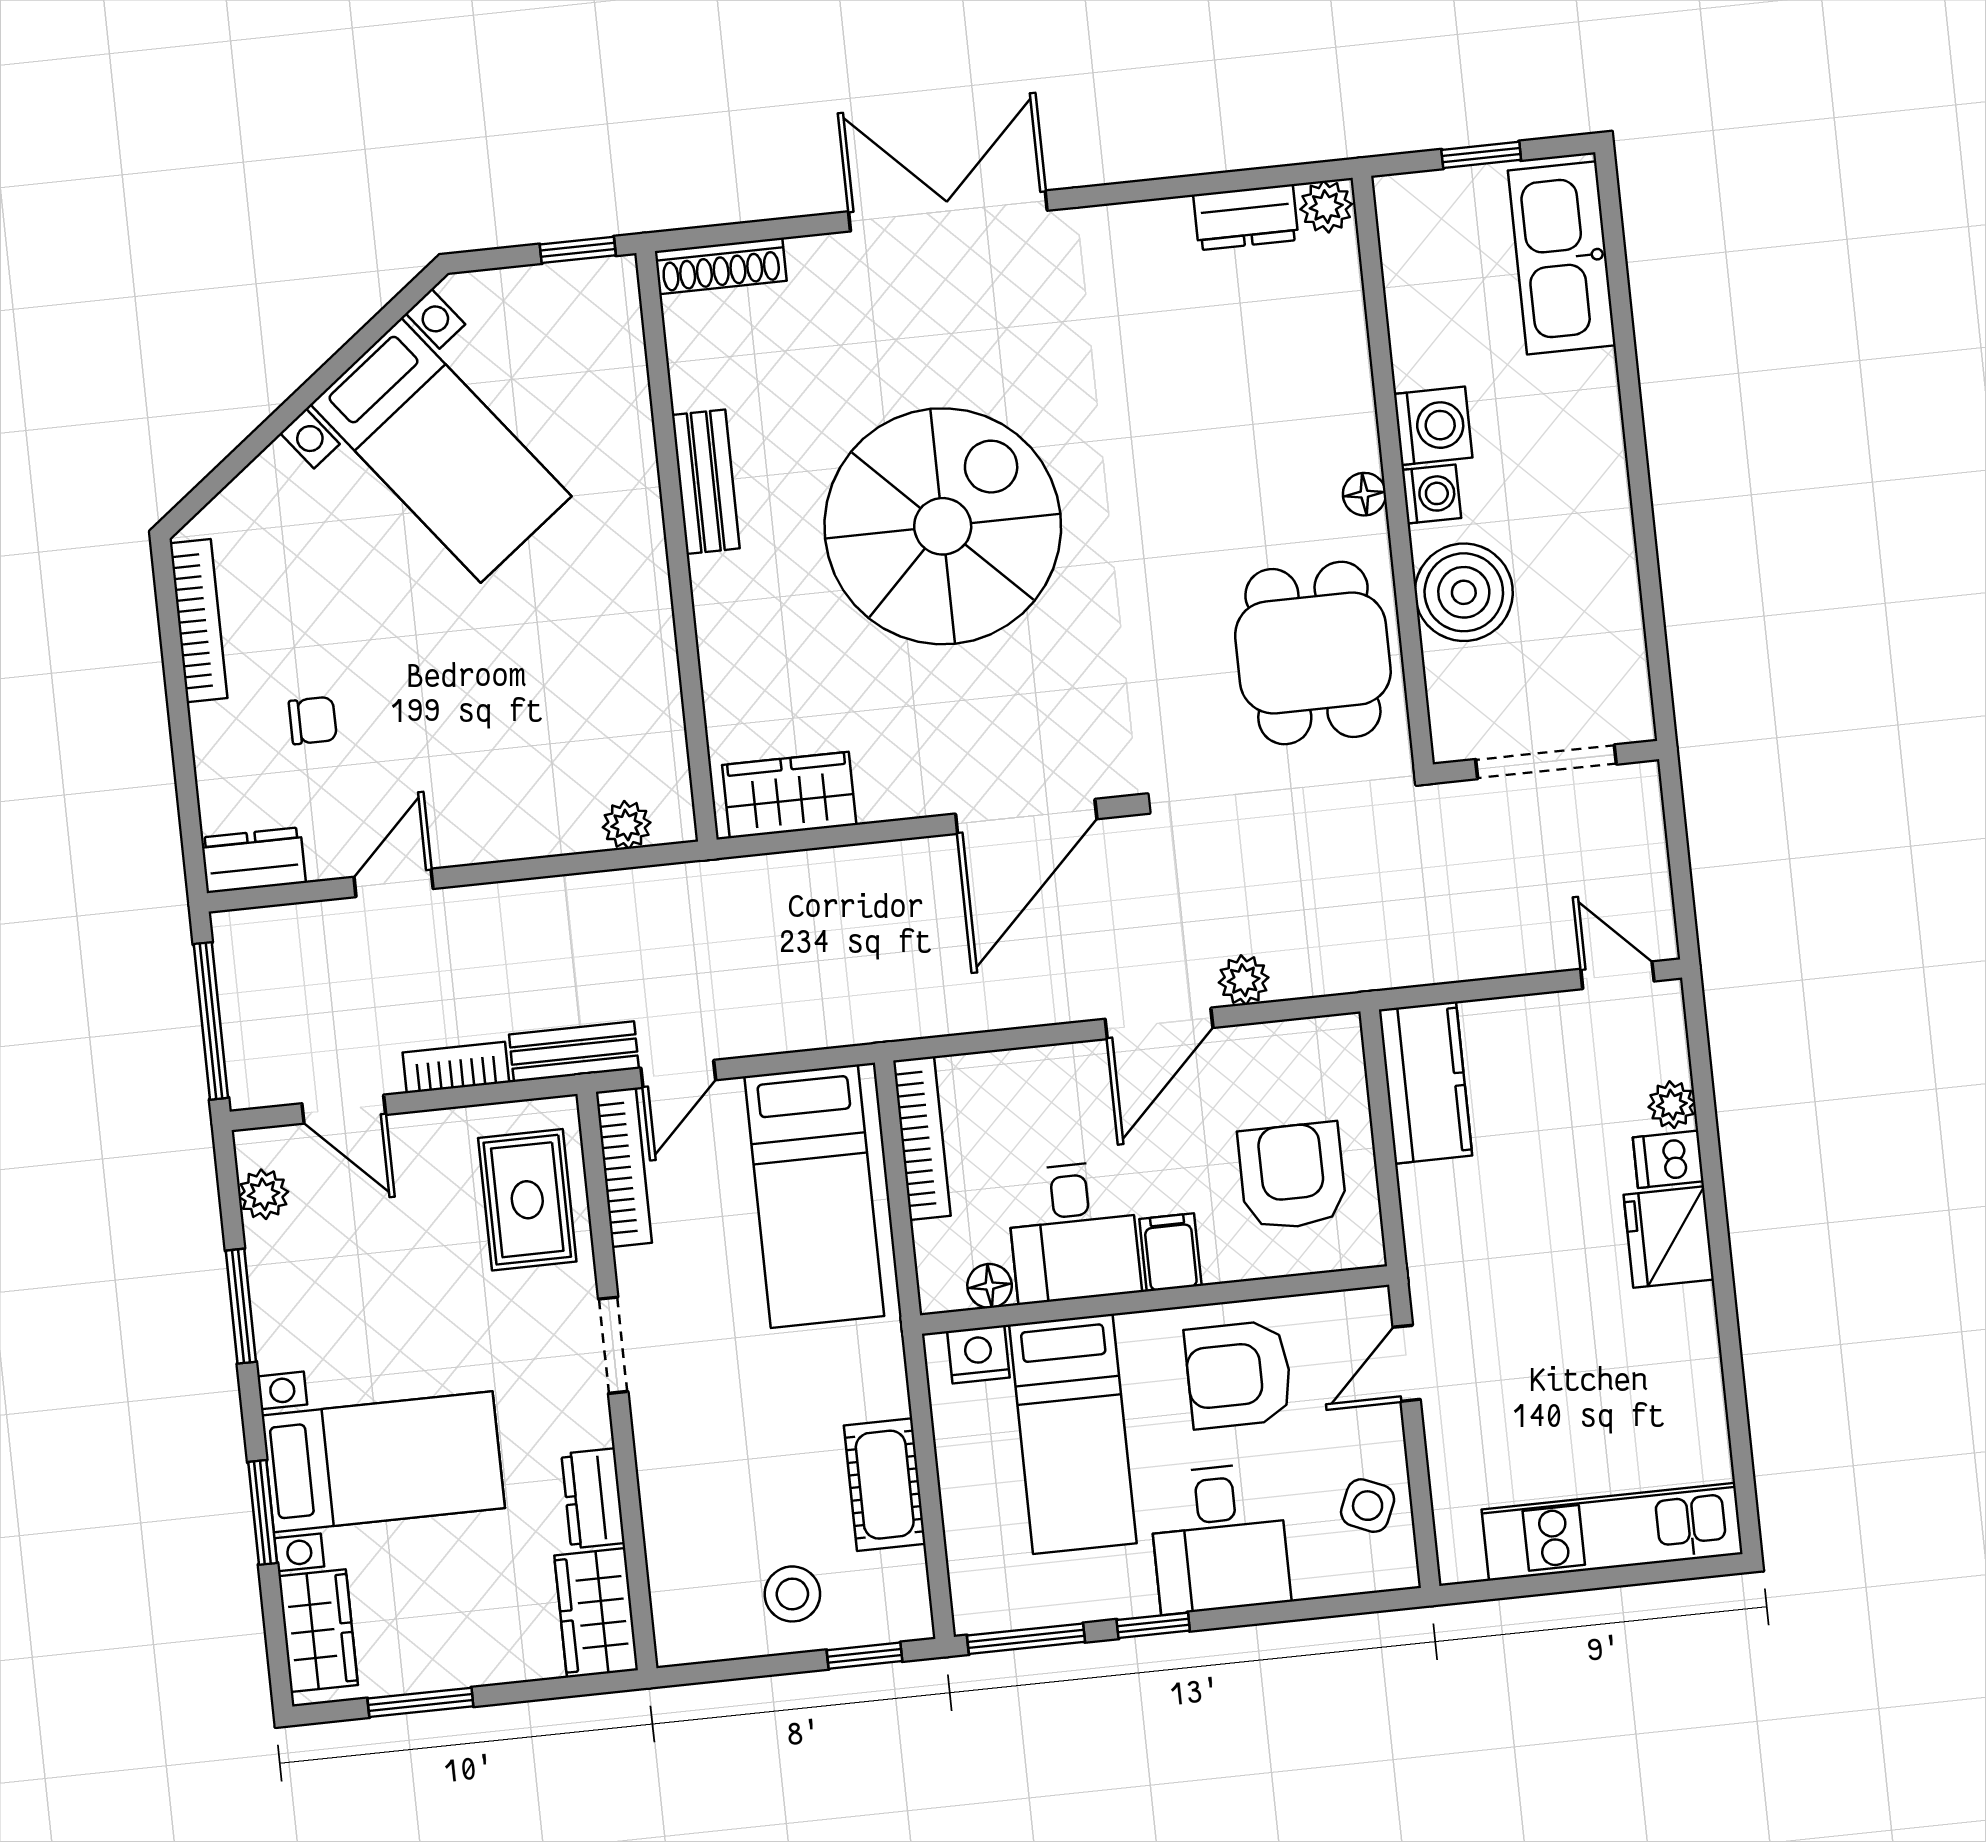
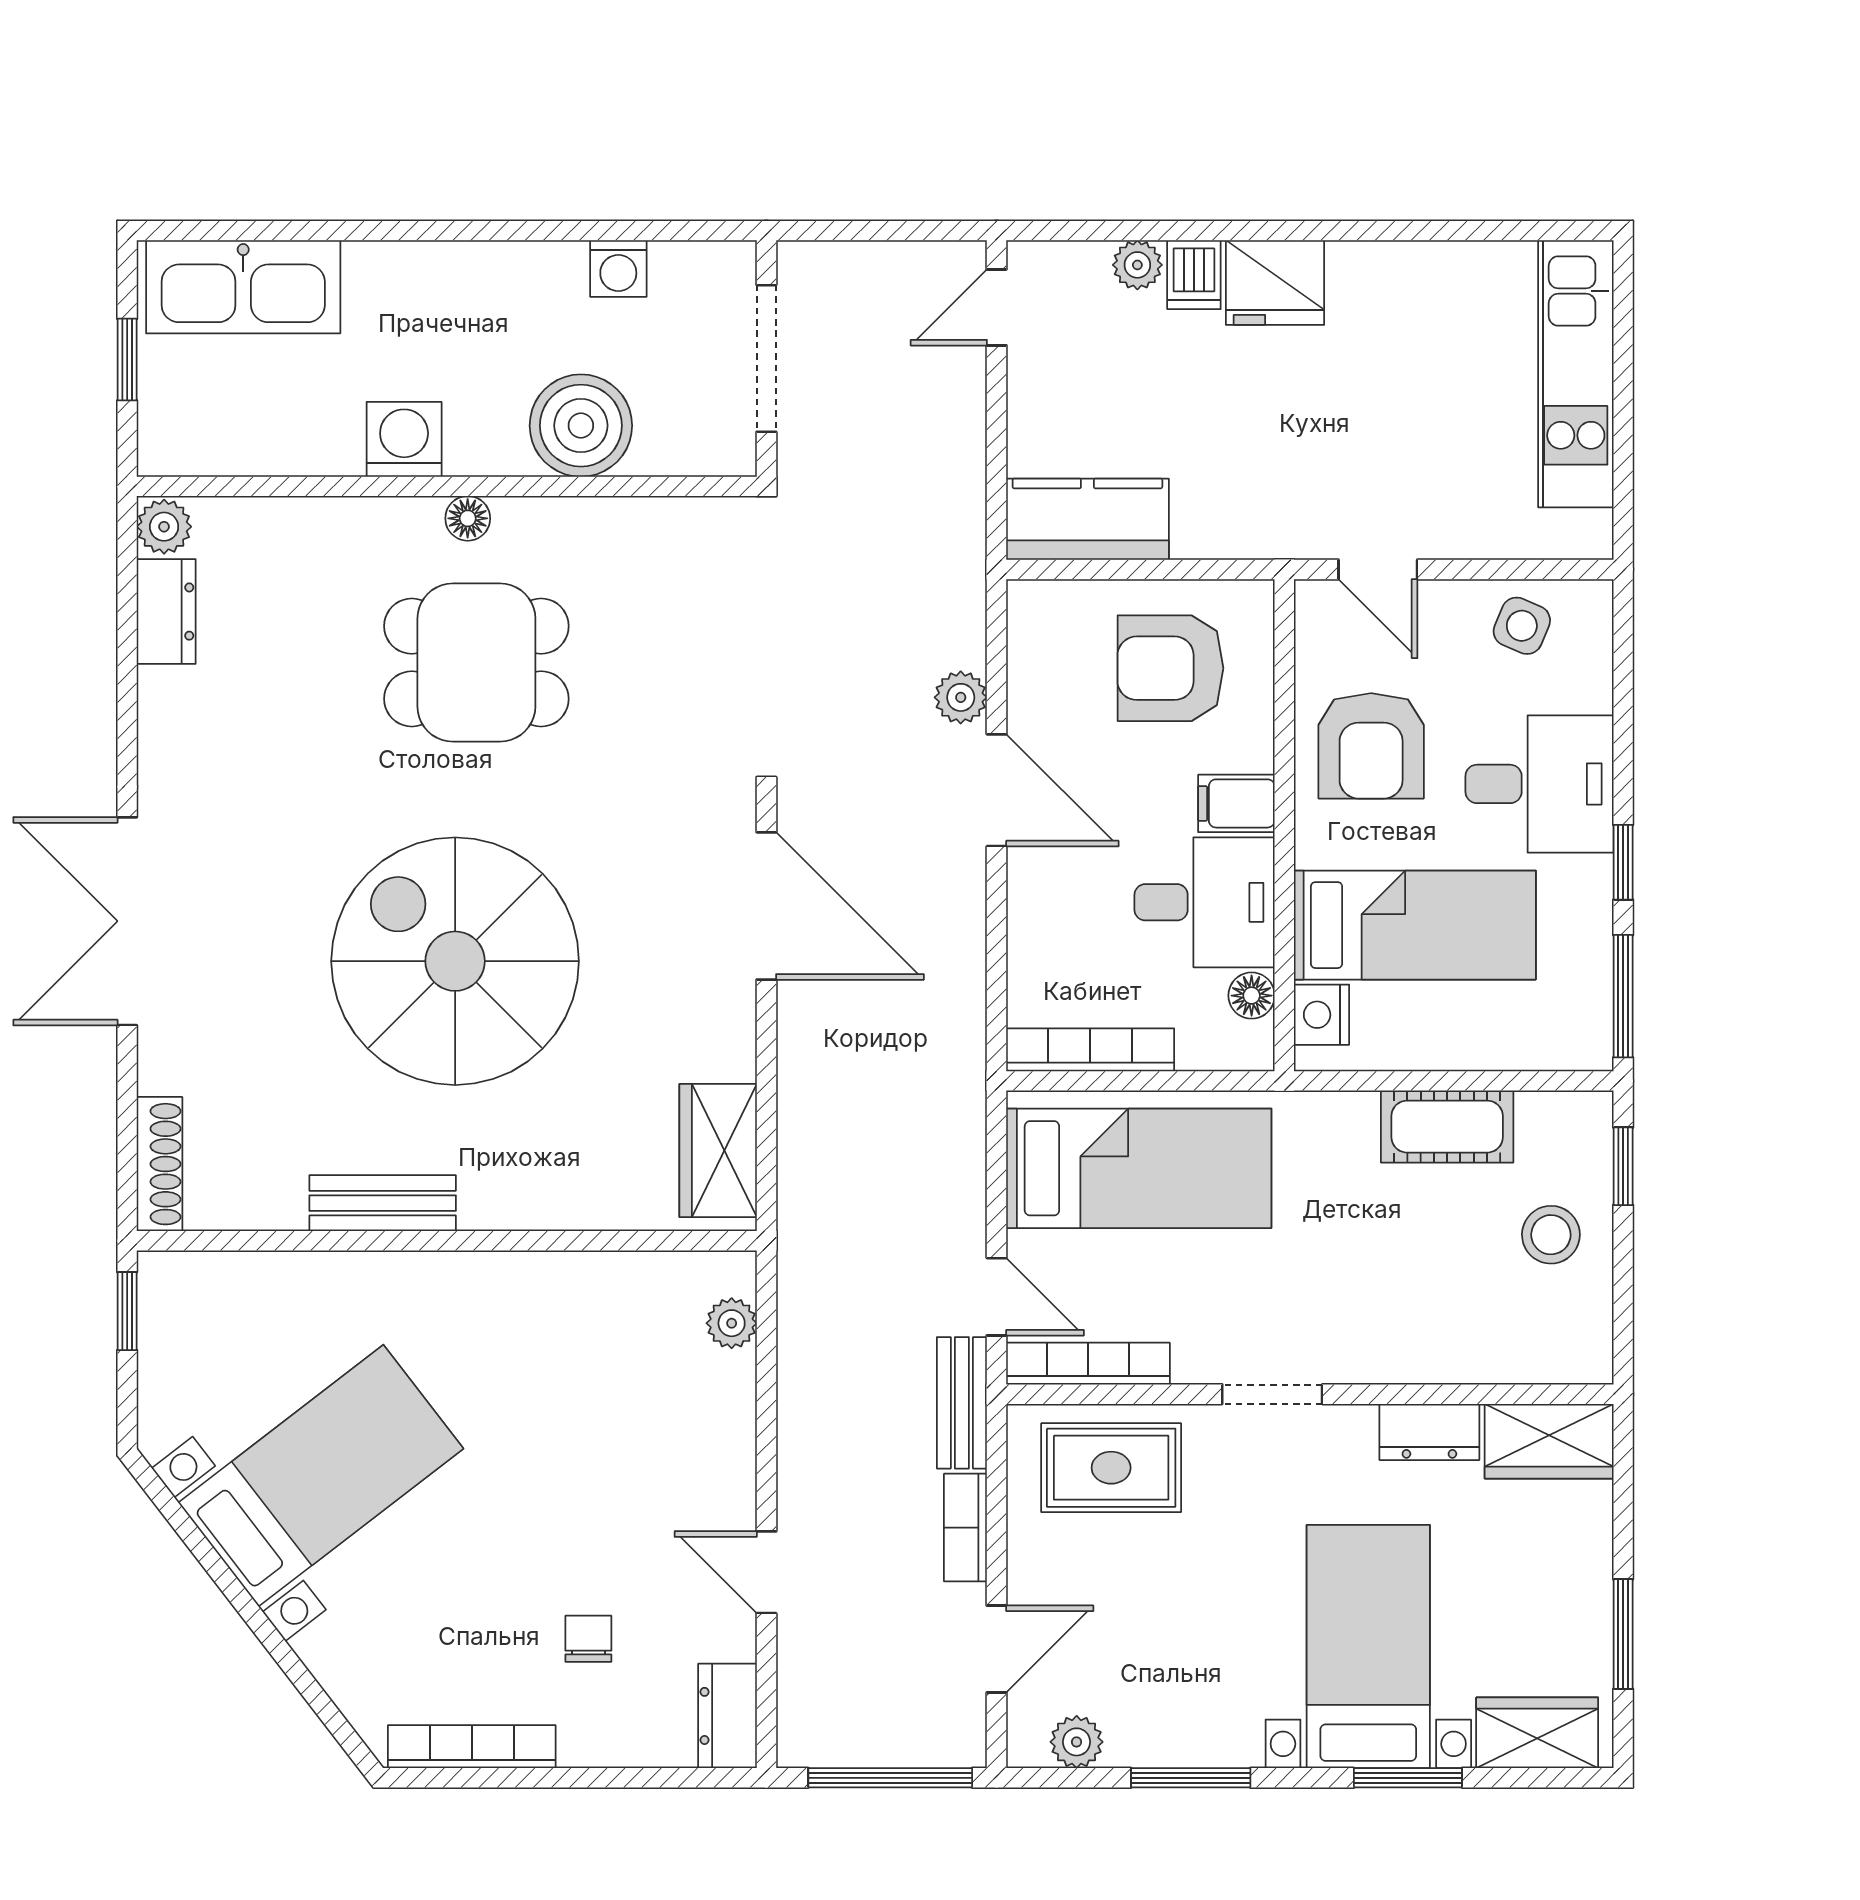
washing machine: (1431, 494) -> (618, 269), moved, turned 180
dining table: (1313, 653) -> (476, 662), moved

